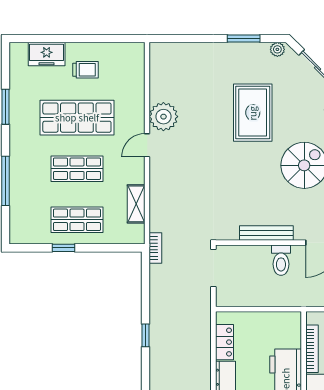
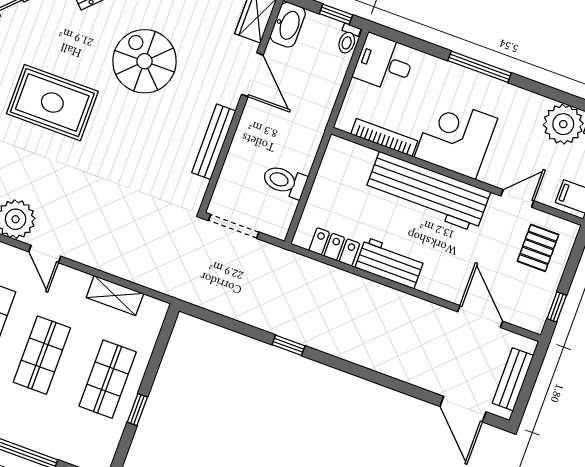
bookcase: (155, 248) -> (181, 291), removed
toilet: (281, 260) -> (285, 181), moved, turned 180

